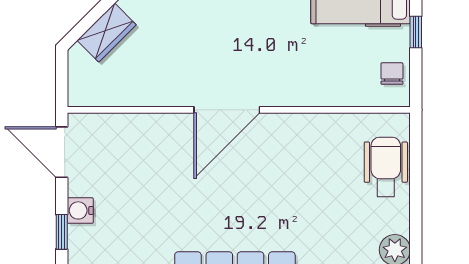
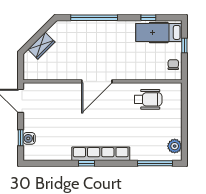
wheelchair: (386, 167) -> (148, 99), moved, turned 90
water cooler: (80, 210) -> (29, 138), moved

